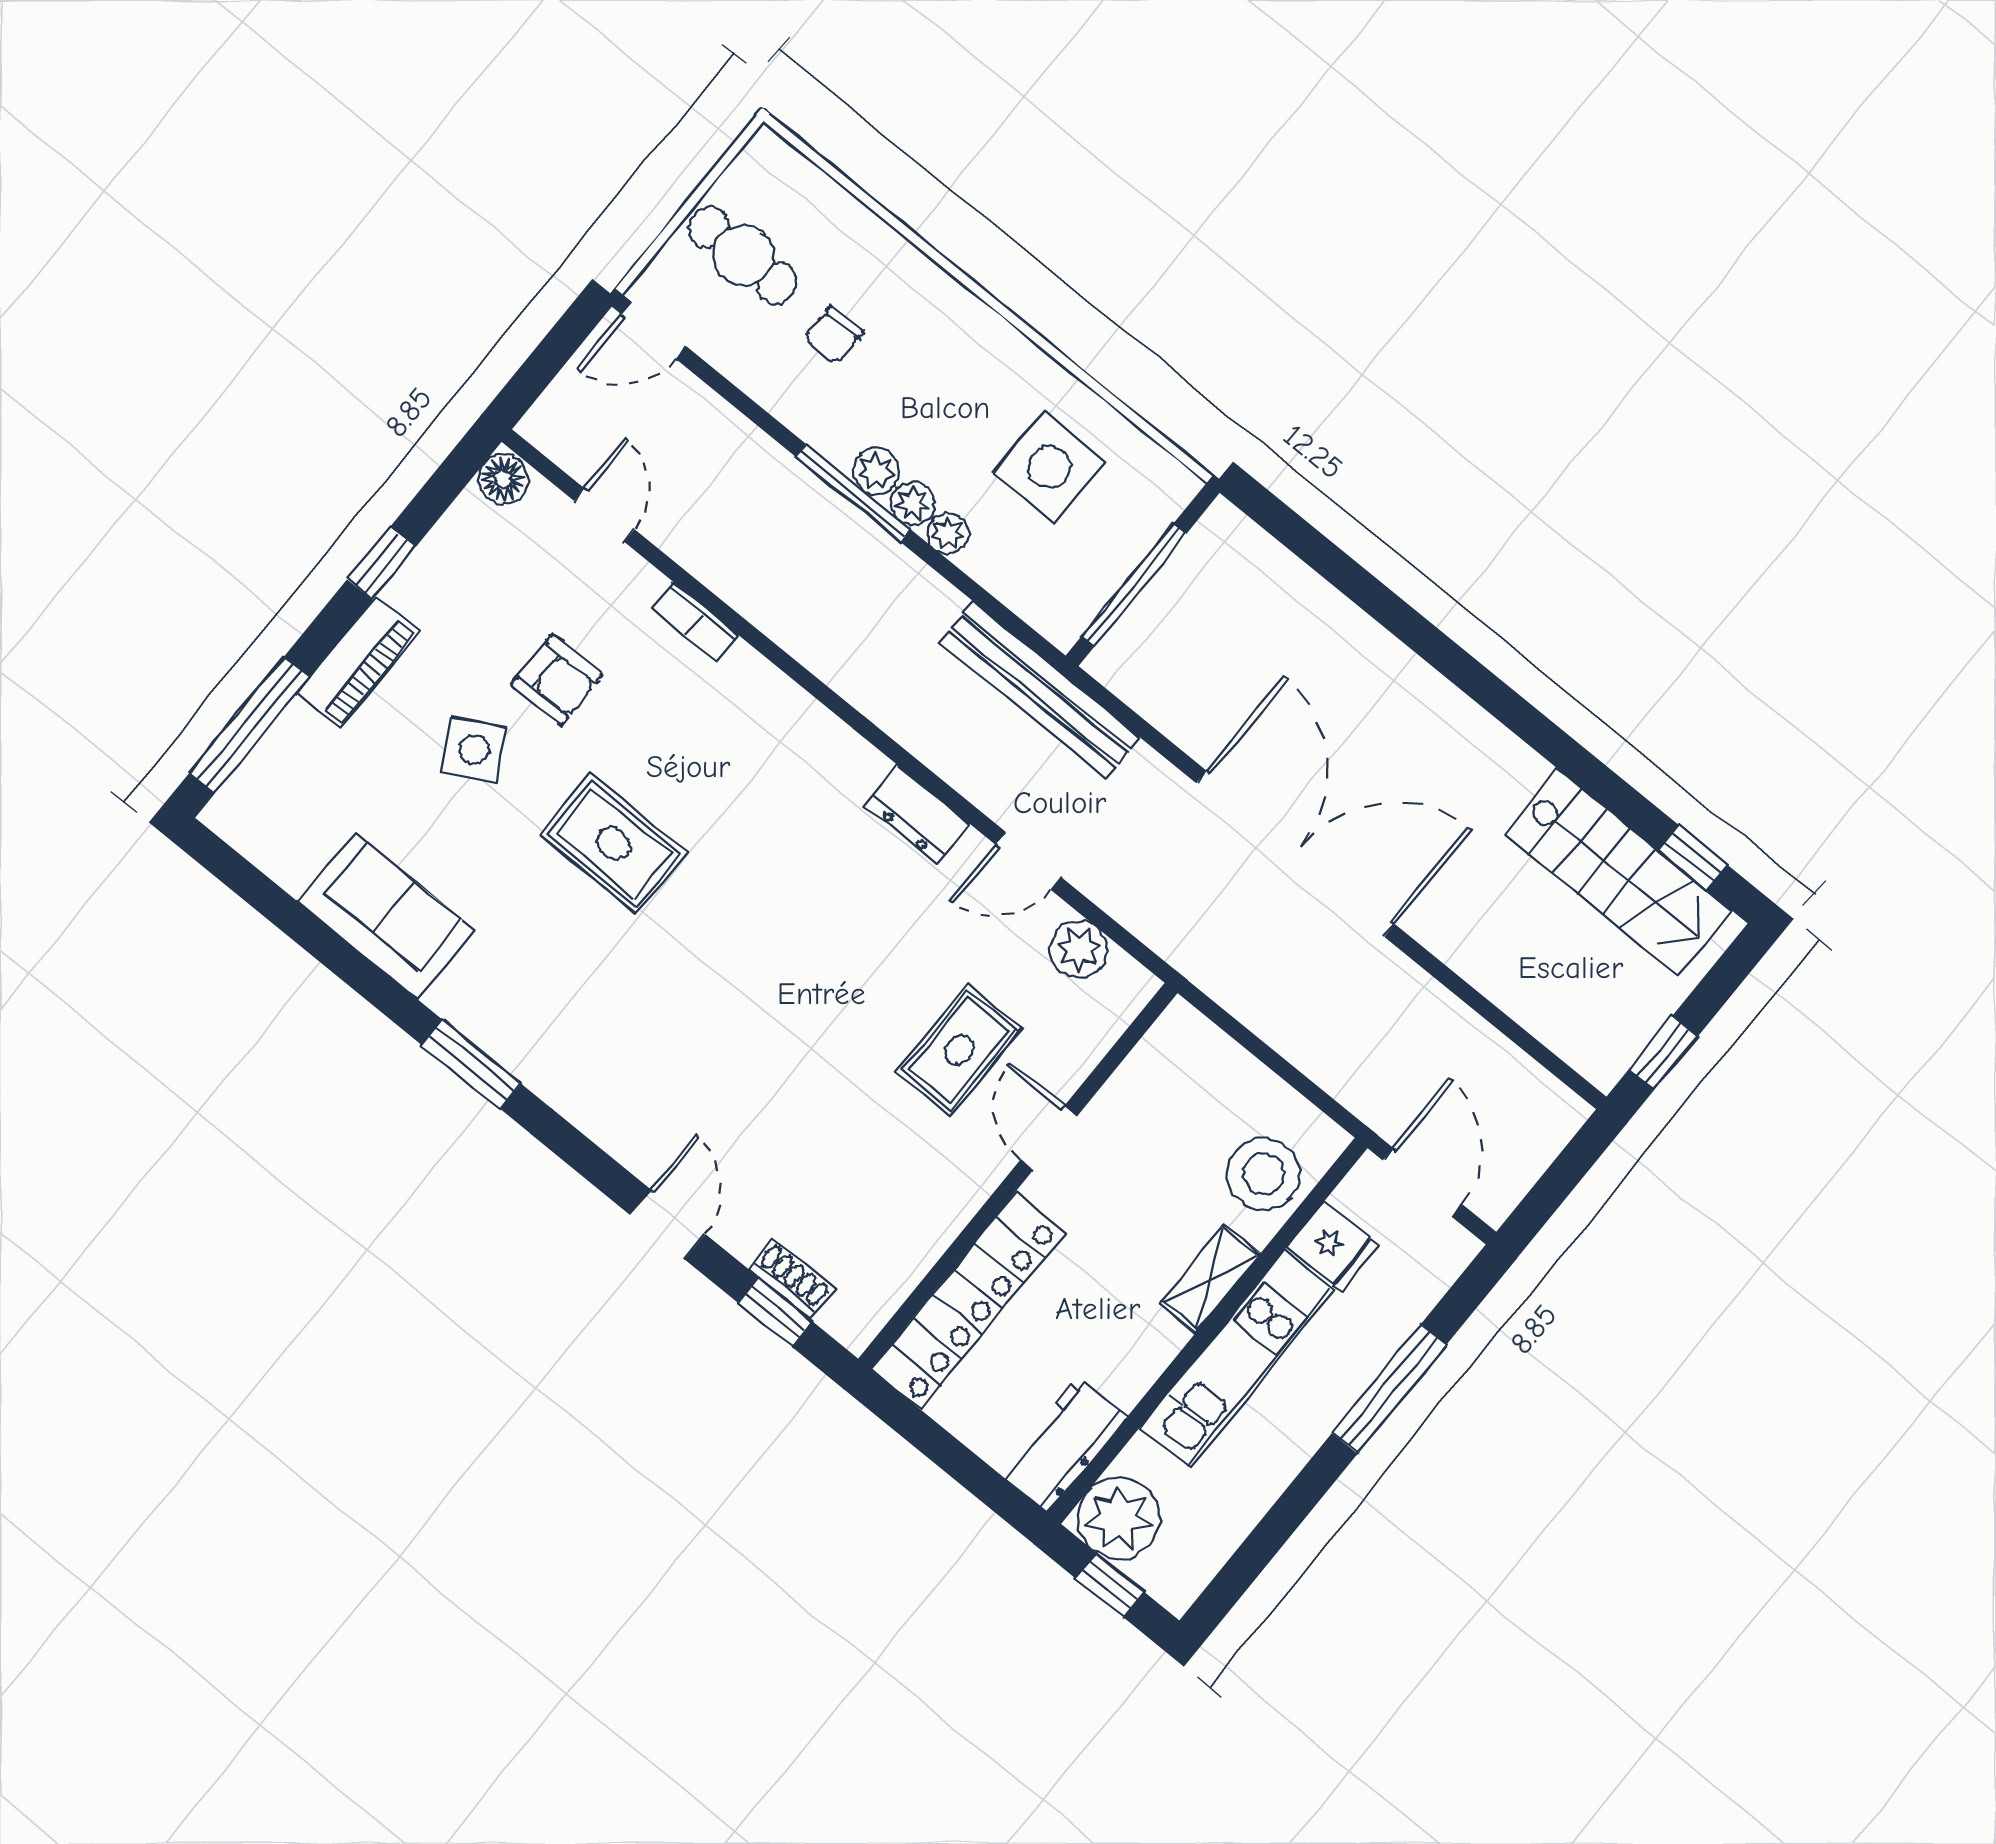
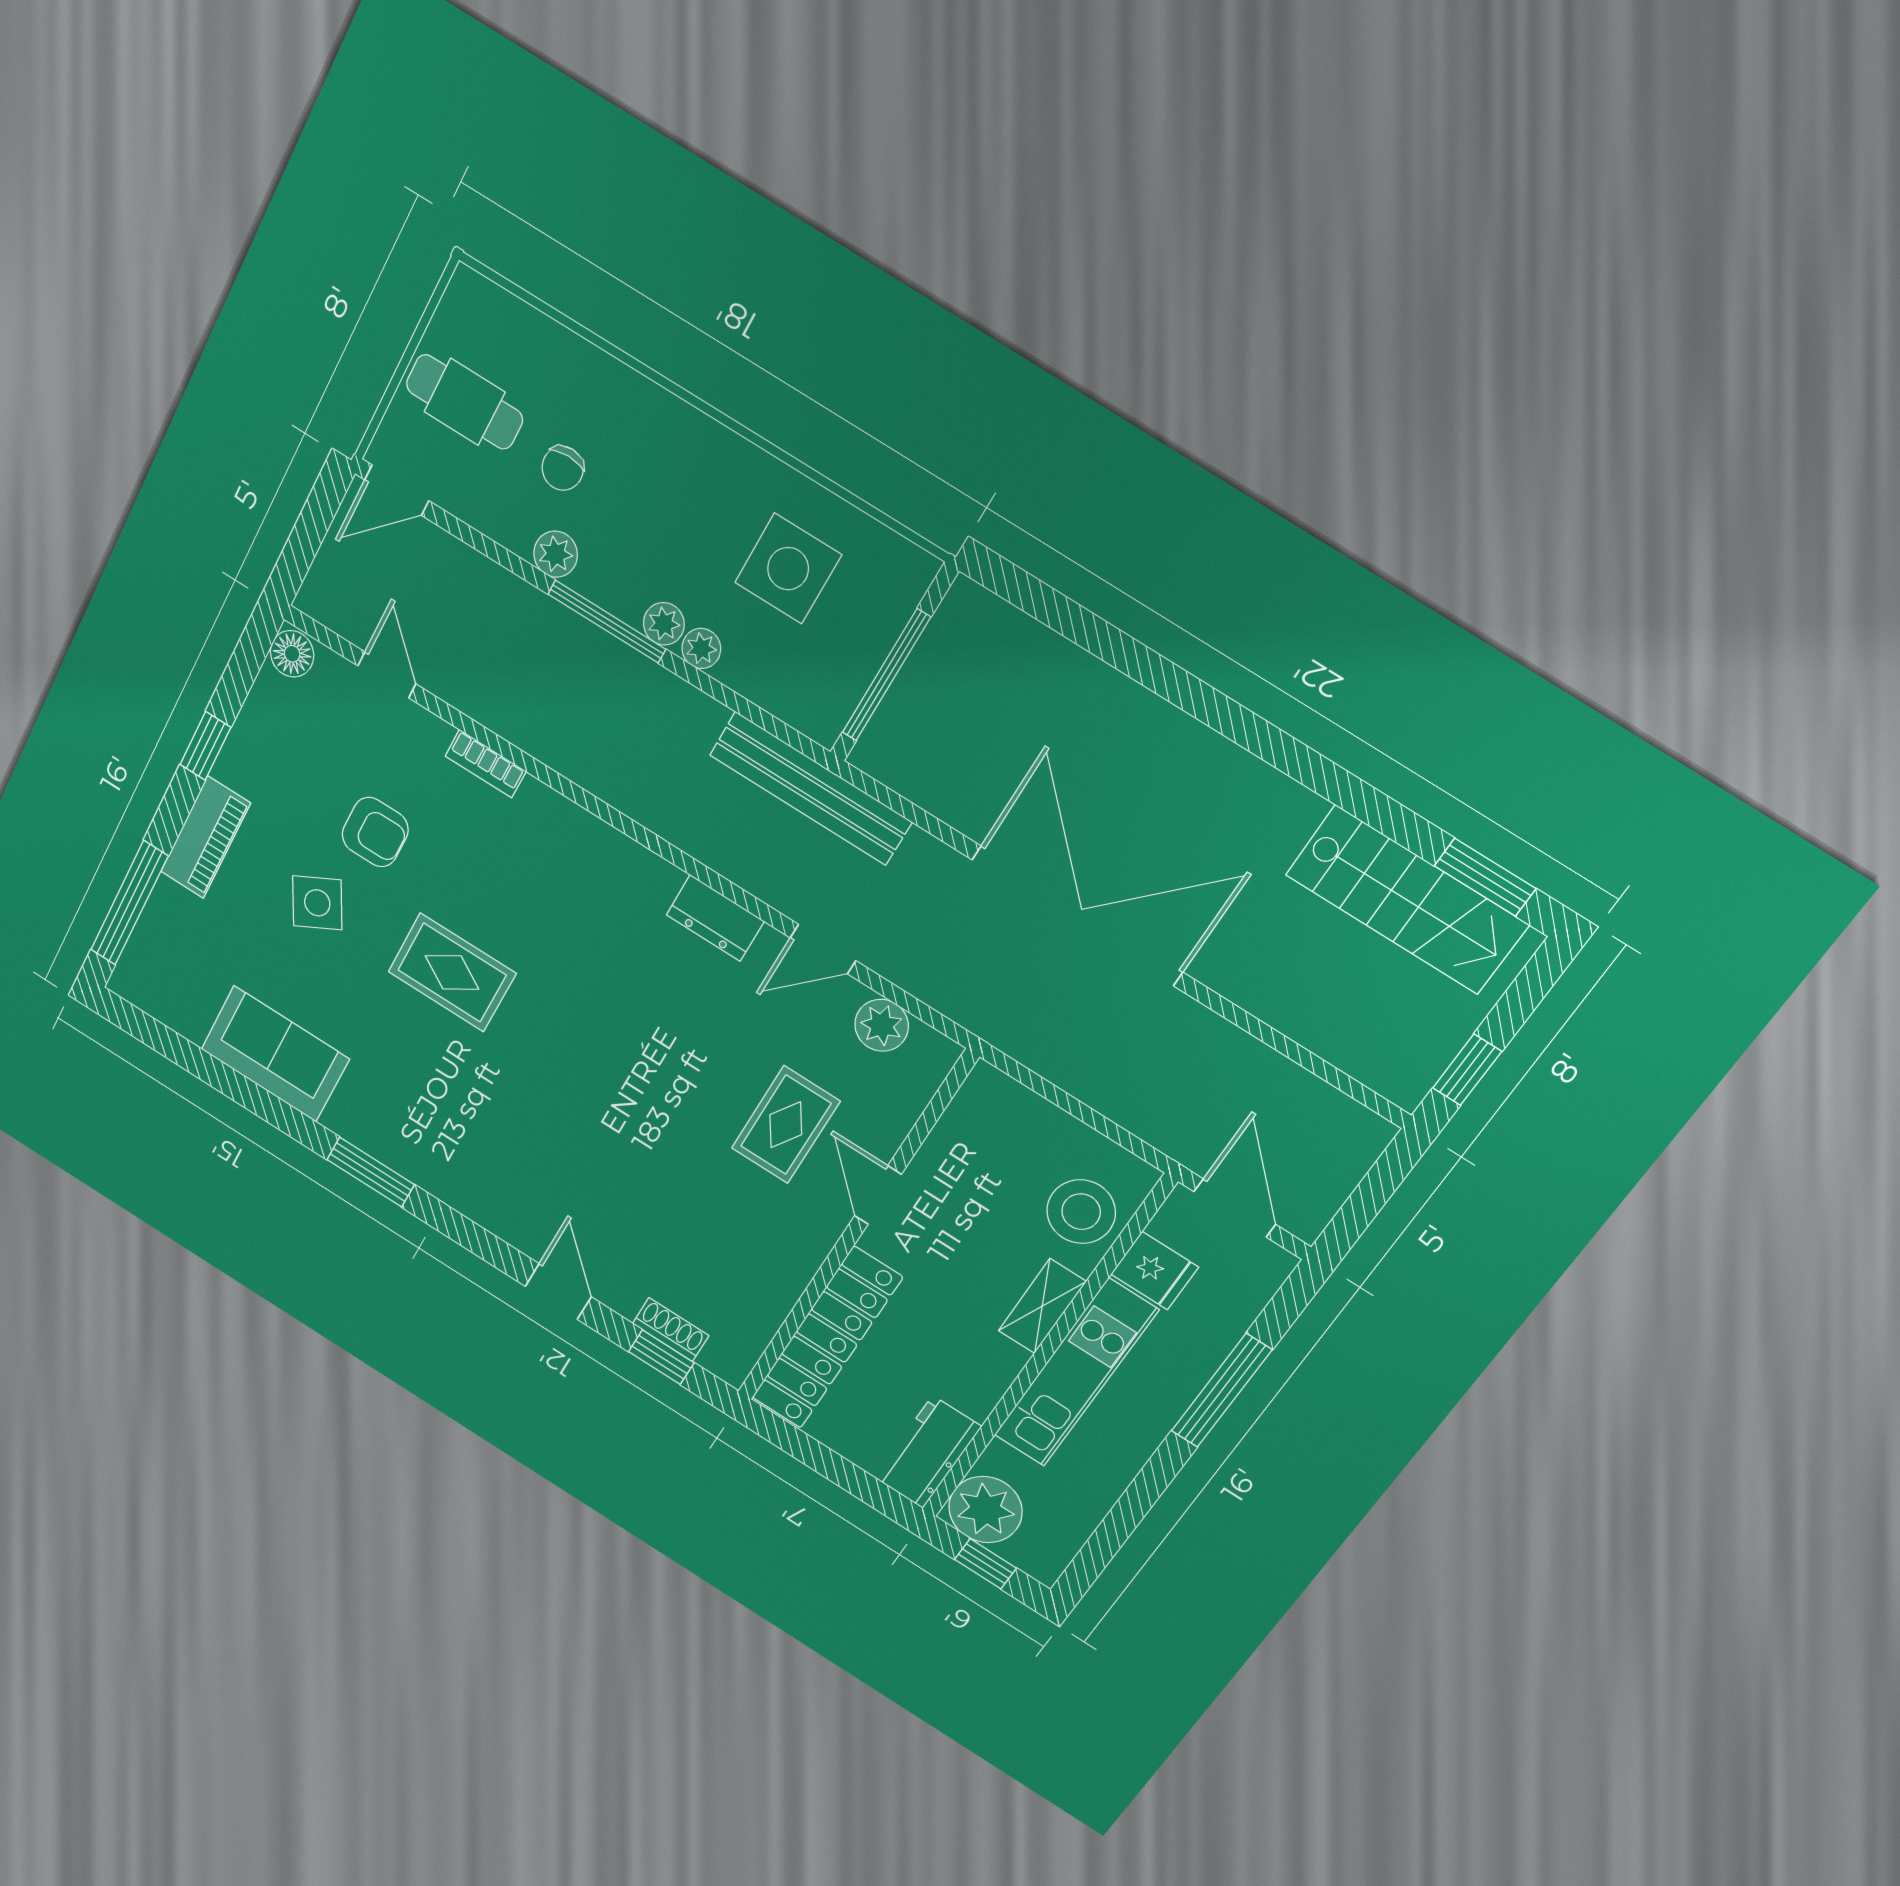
plant: (876, 471) -> (556, 554), moved
window: (1693, 858) -> (1485, 877), width x1.50

